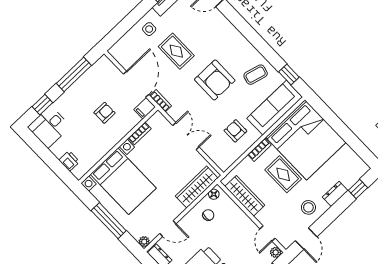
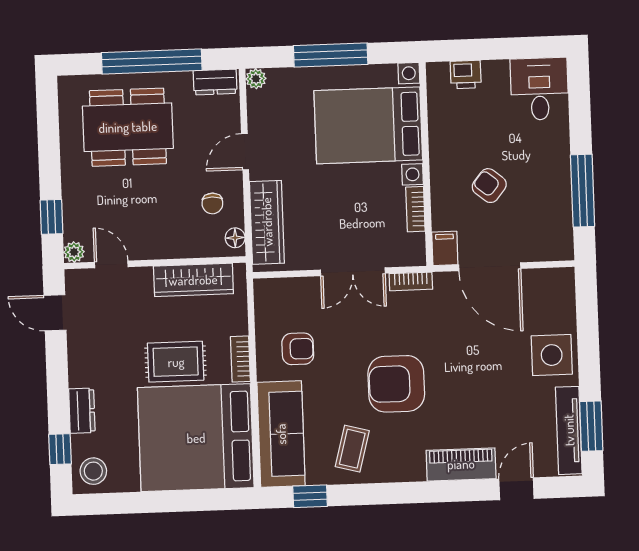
piano: (224, 26) -> (461, 464), added
side table: (149, 29) -> (552, 355), width x1.87, depth x1.87
rug: (176, 51) -> (486, 366), removed
bookcase: (161, 101) -> (411, 281), moved
window: (42, 105) -> (580, 108), removed
armchair: (105, 113) -> (489, 186), turned 129
stool: (308, 207) -> (93, 471), moved
door: (168, 229) -> (245, 152), moved

